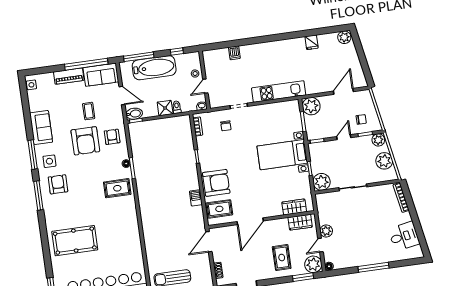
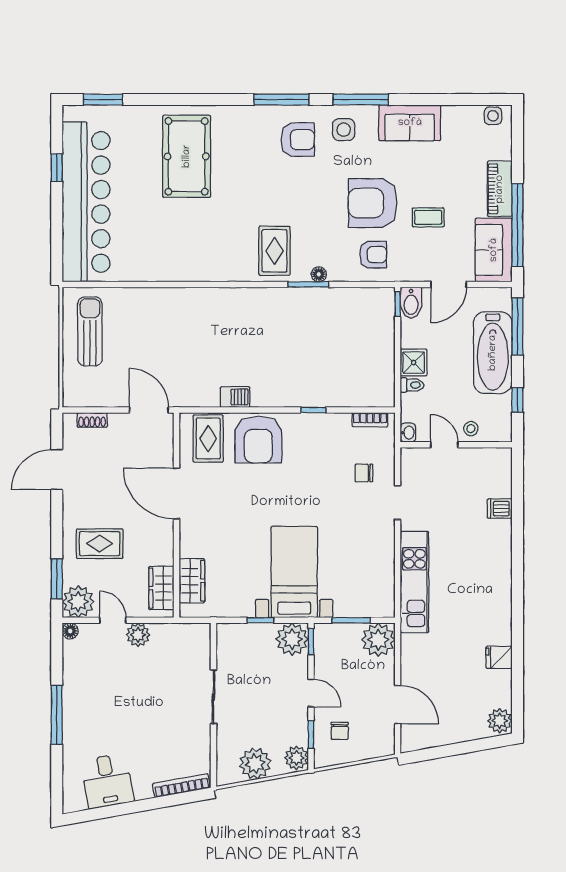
plant: (322, 182) -> (292, 639), moved

